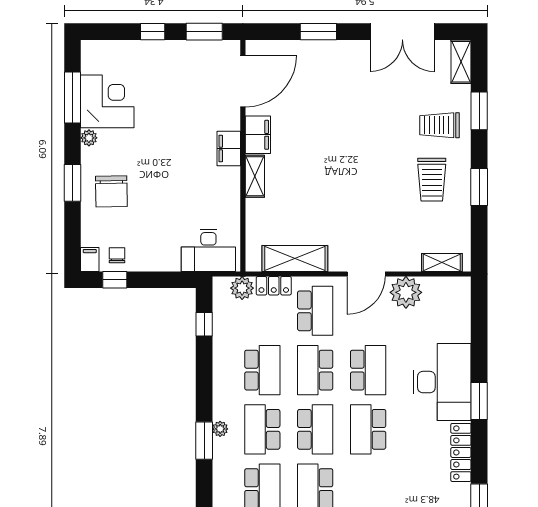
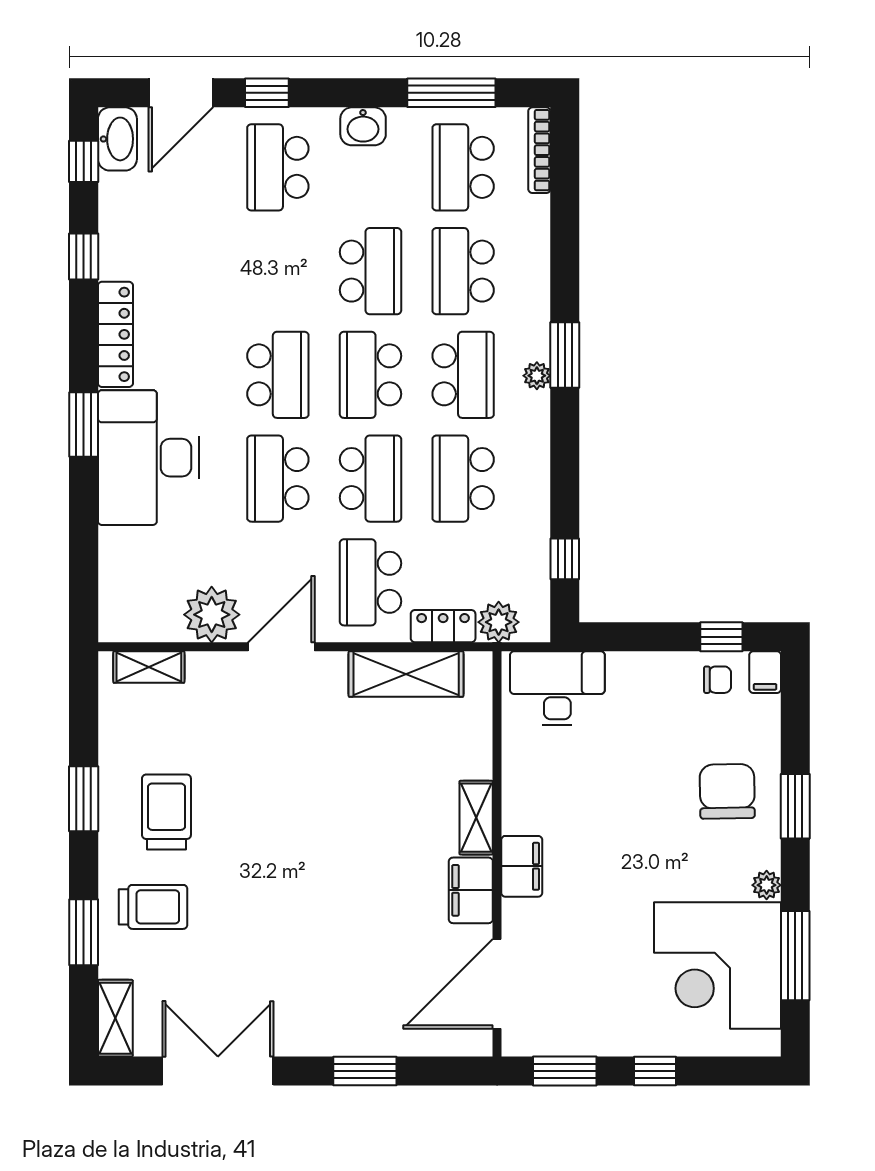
corner desk: (107, 101) -> (718, 966), width x1.36, depth x1.36
chair: (117, 255) -> (718, 680), turned -90

